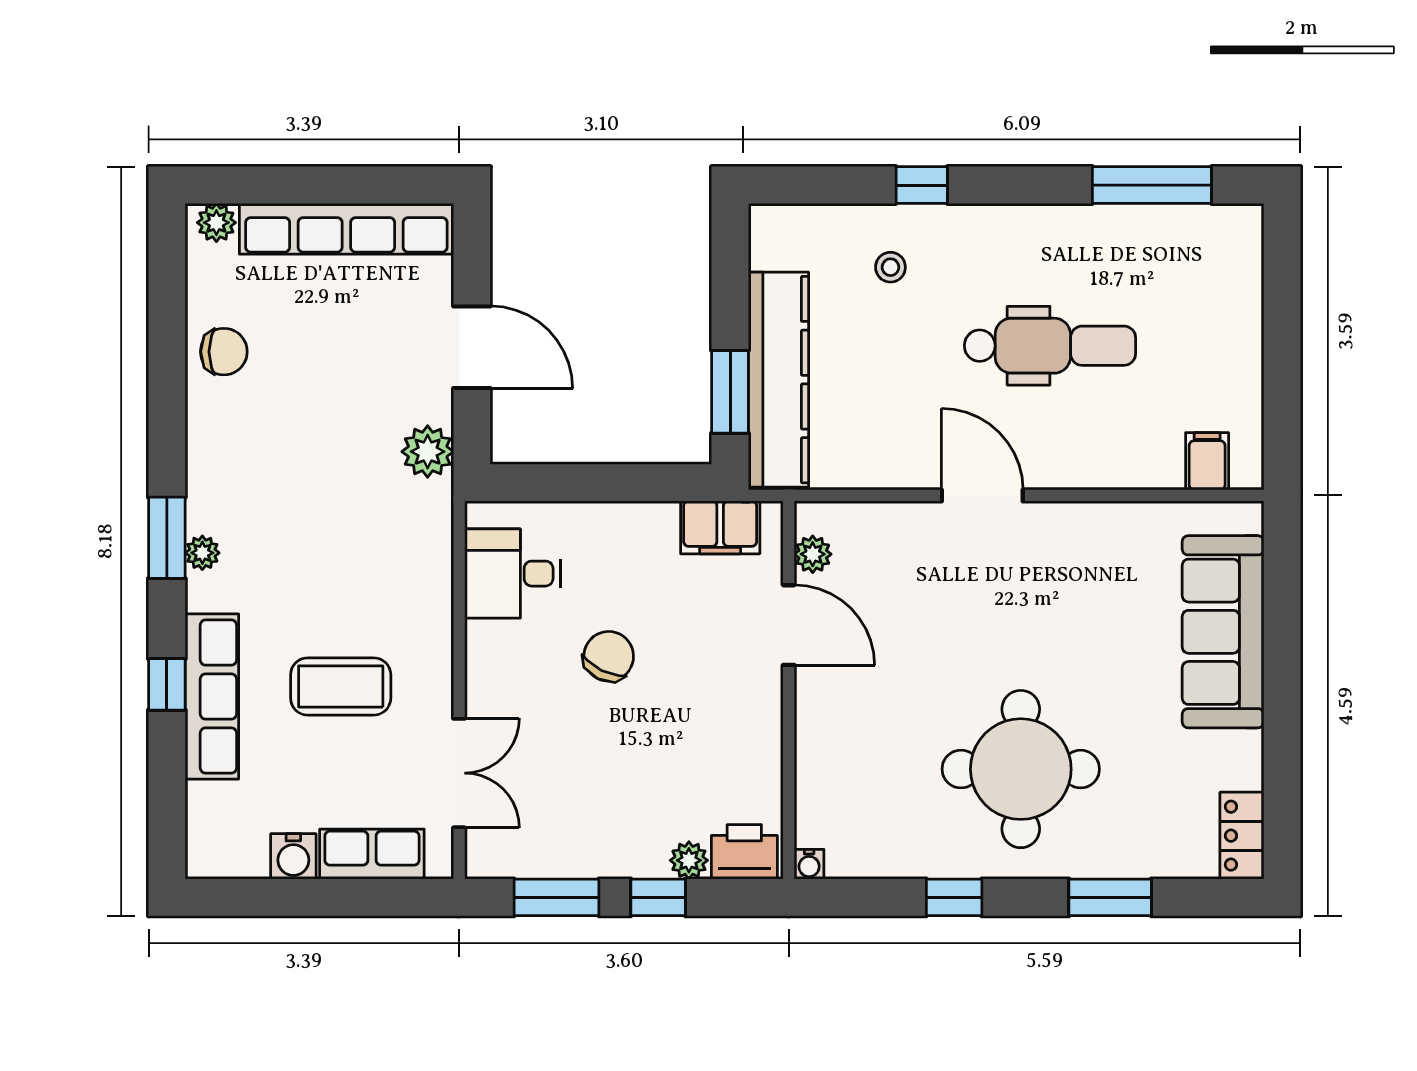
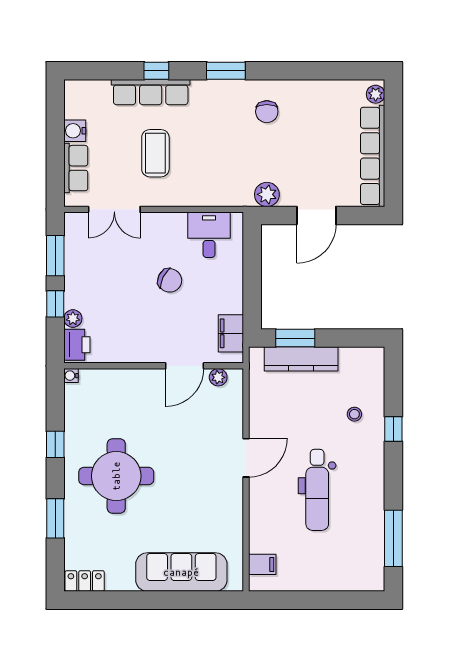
chair: (224, 352) -> (267, 112), moved
kitchen counter: (778, 380) -> (301, 359), width x0.72, depth x0.86
plant: (202, 553) -> (219, 88), removed

